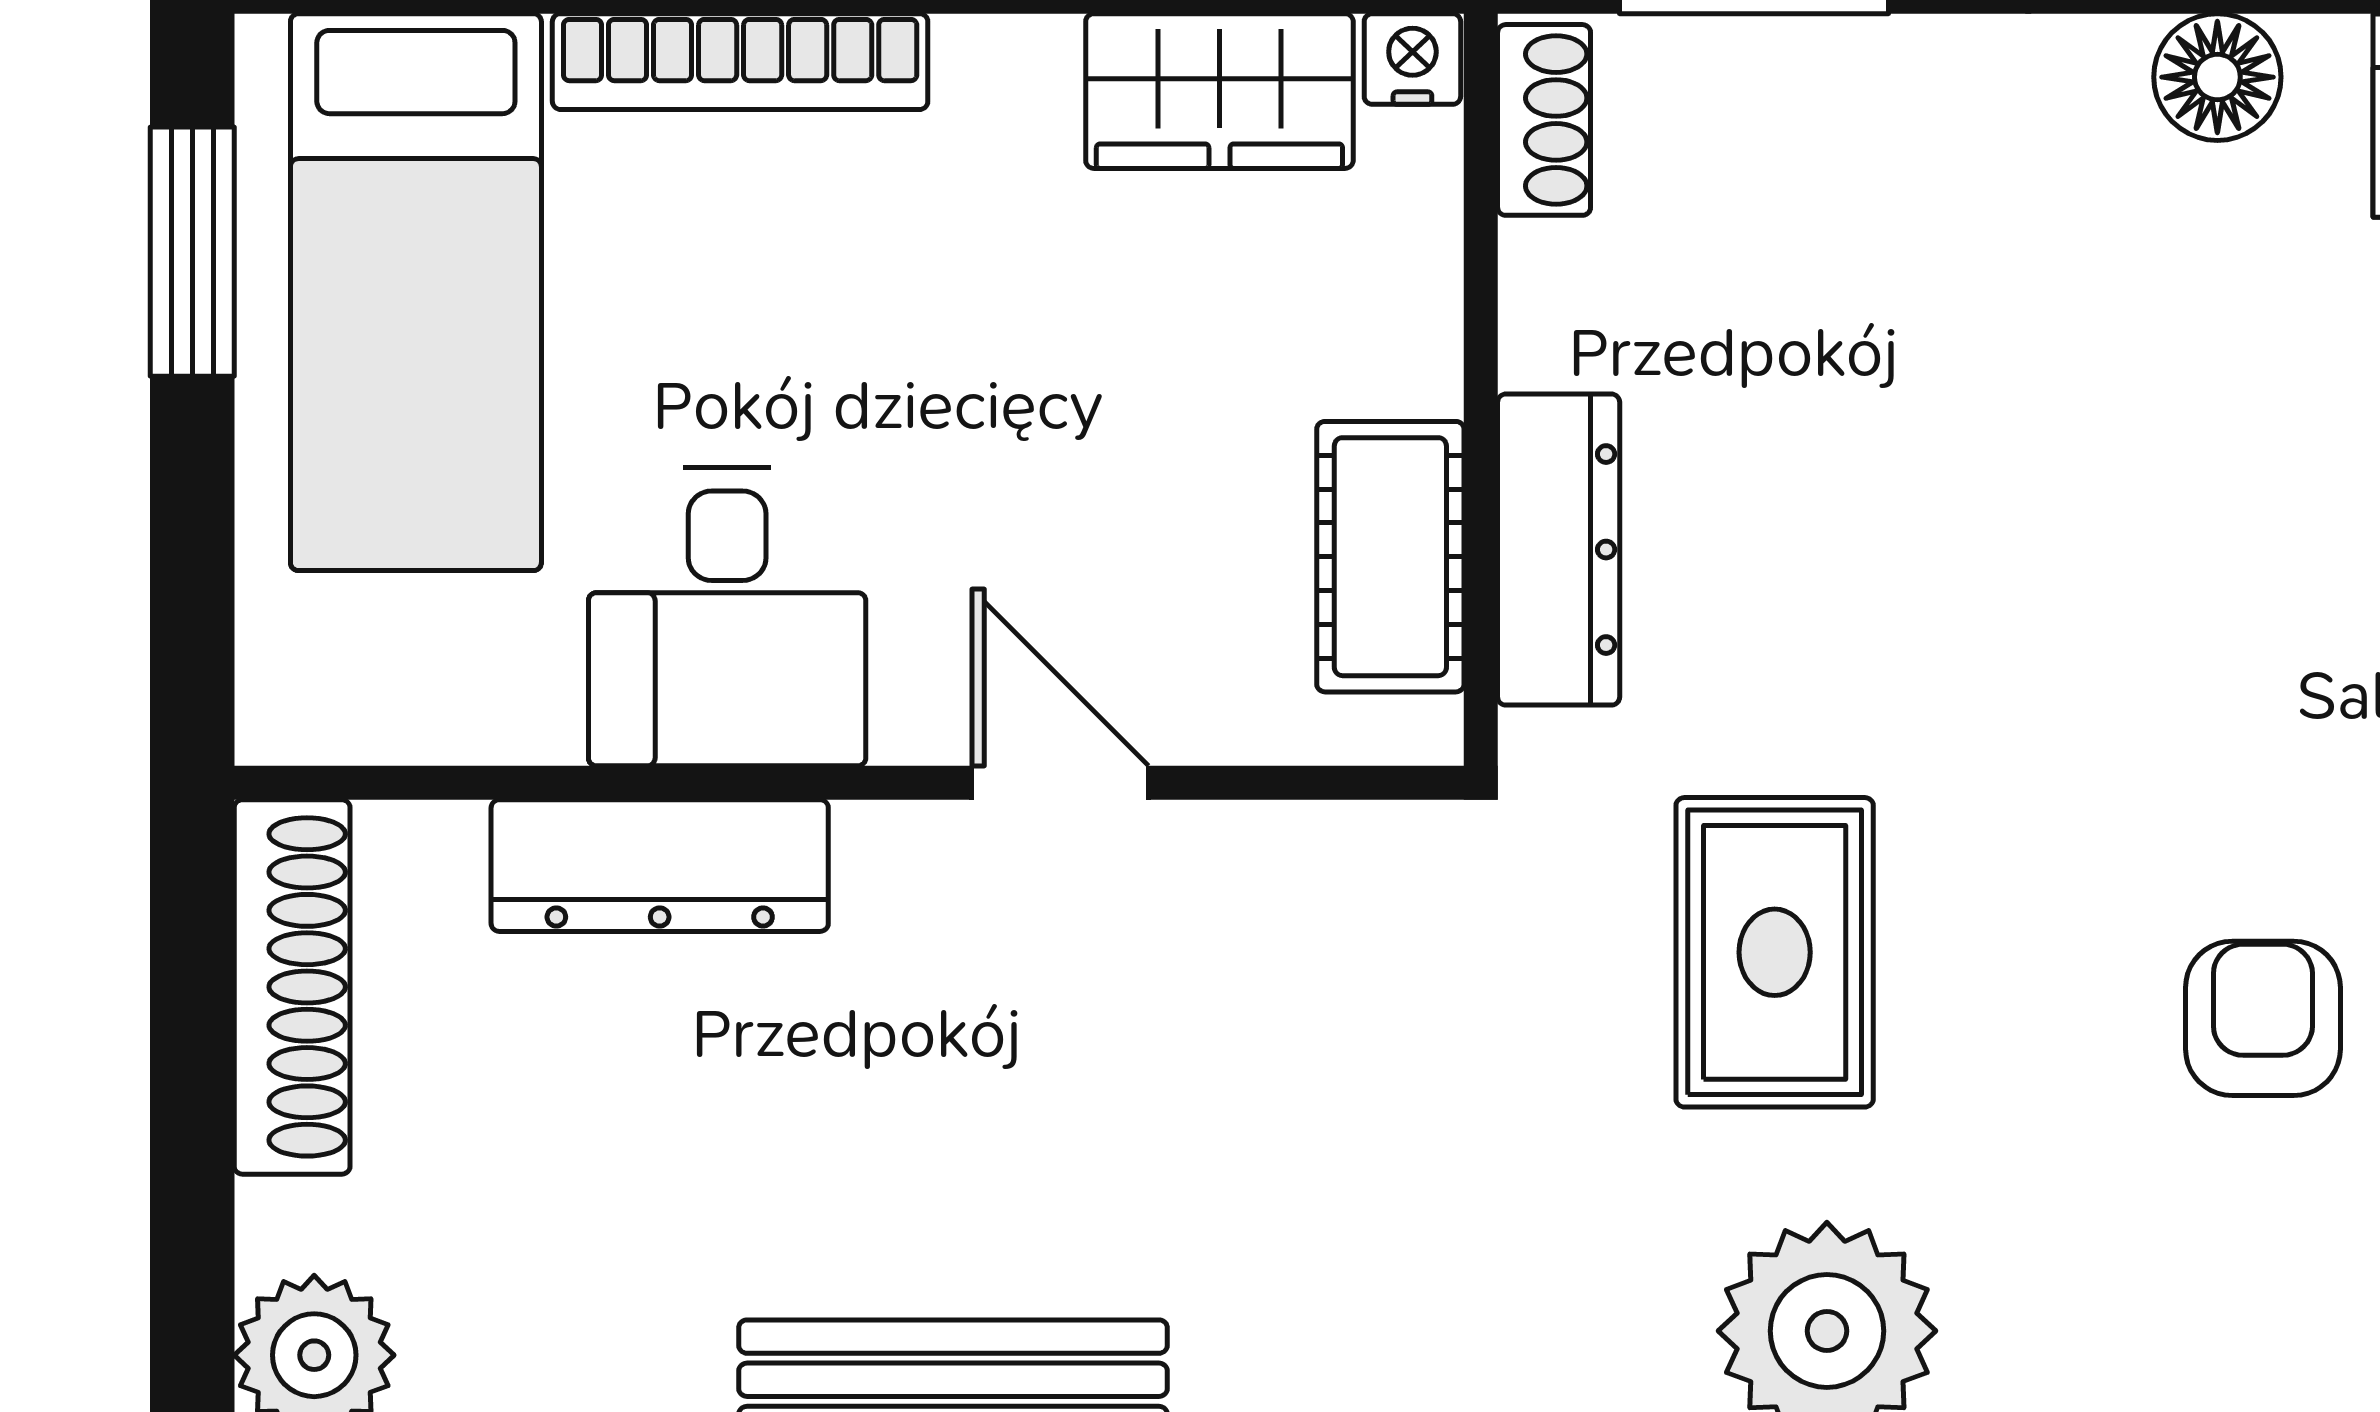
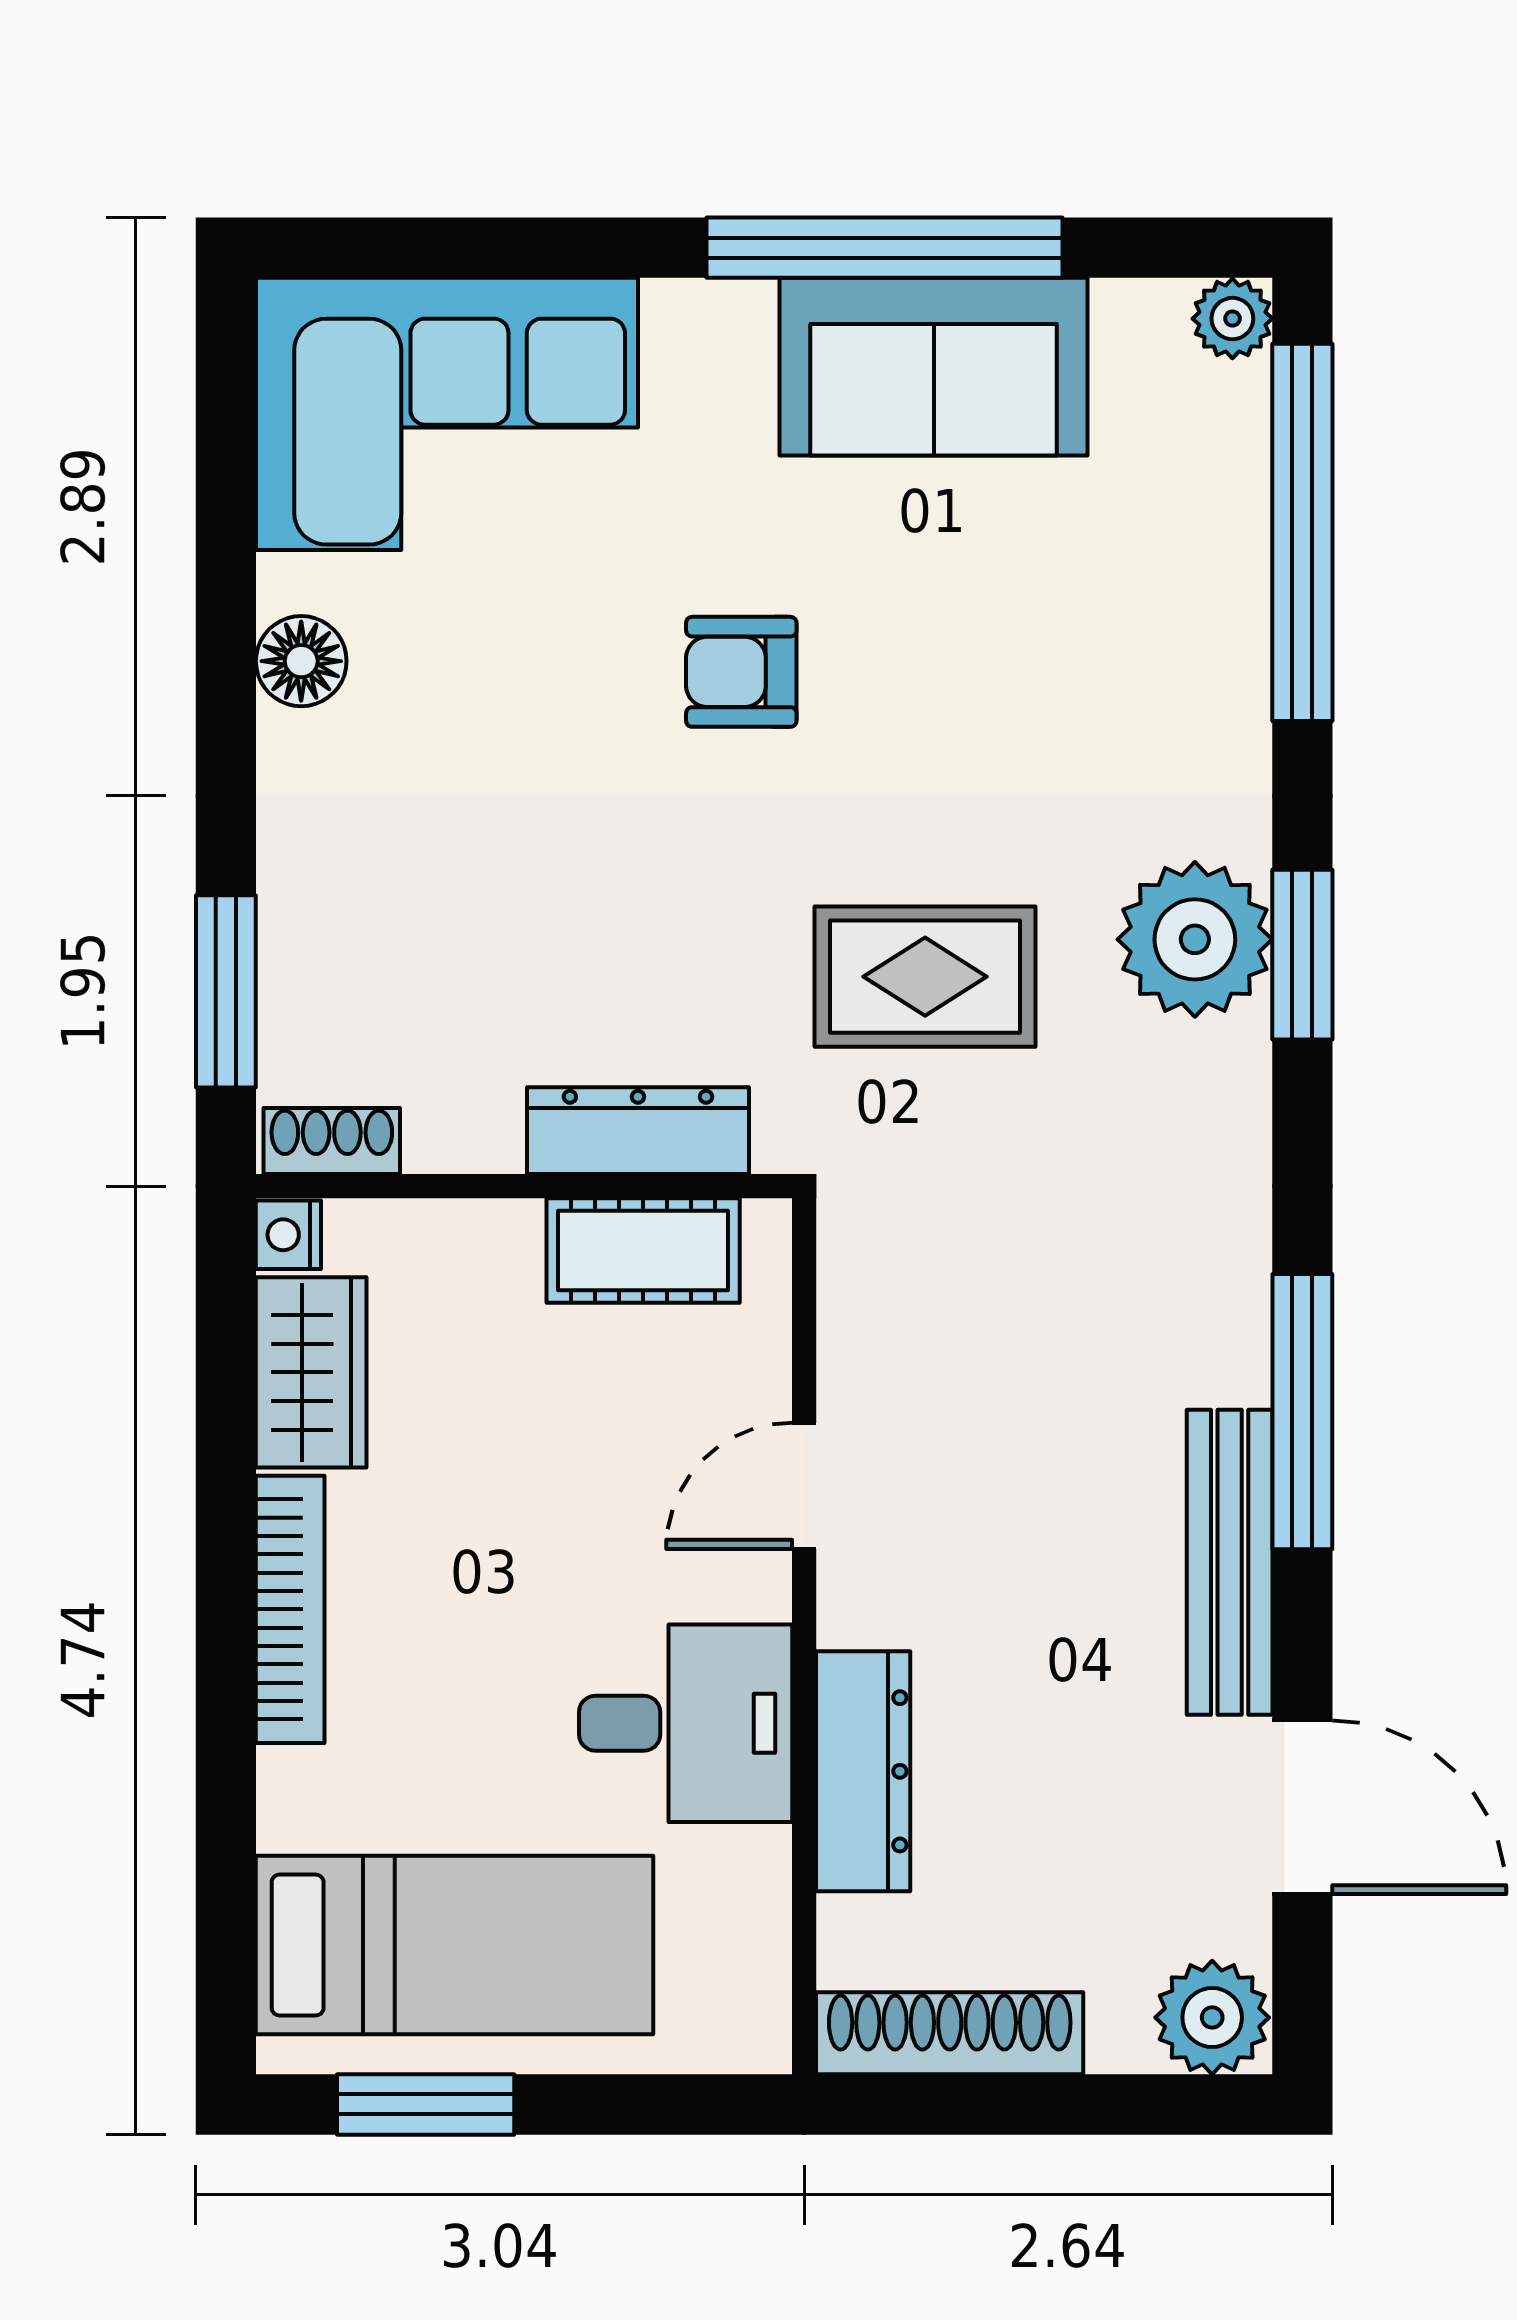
bookcase: (740, 62) -> (290, 1609), moved
armchair: (2263, 1018) -> (741, 672), moved

